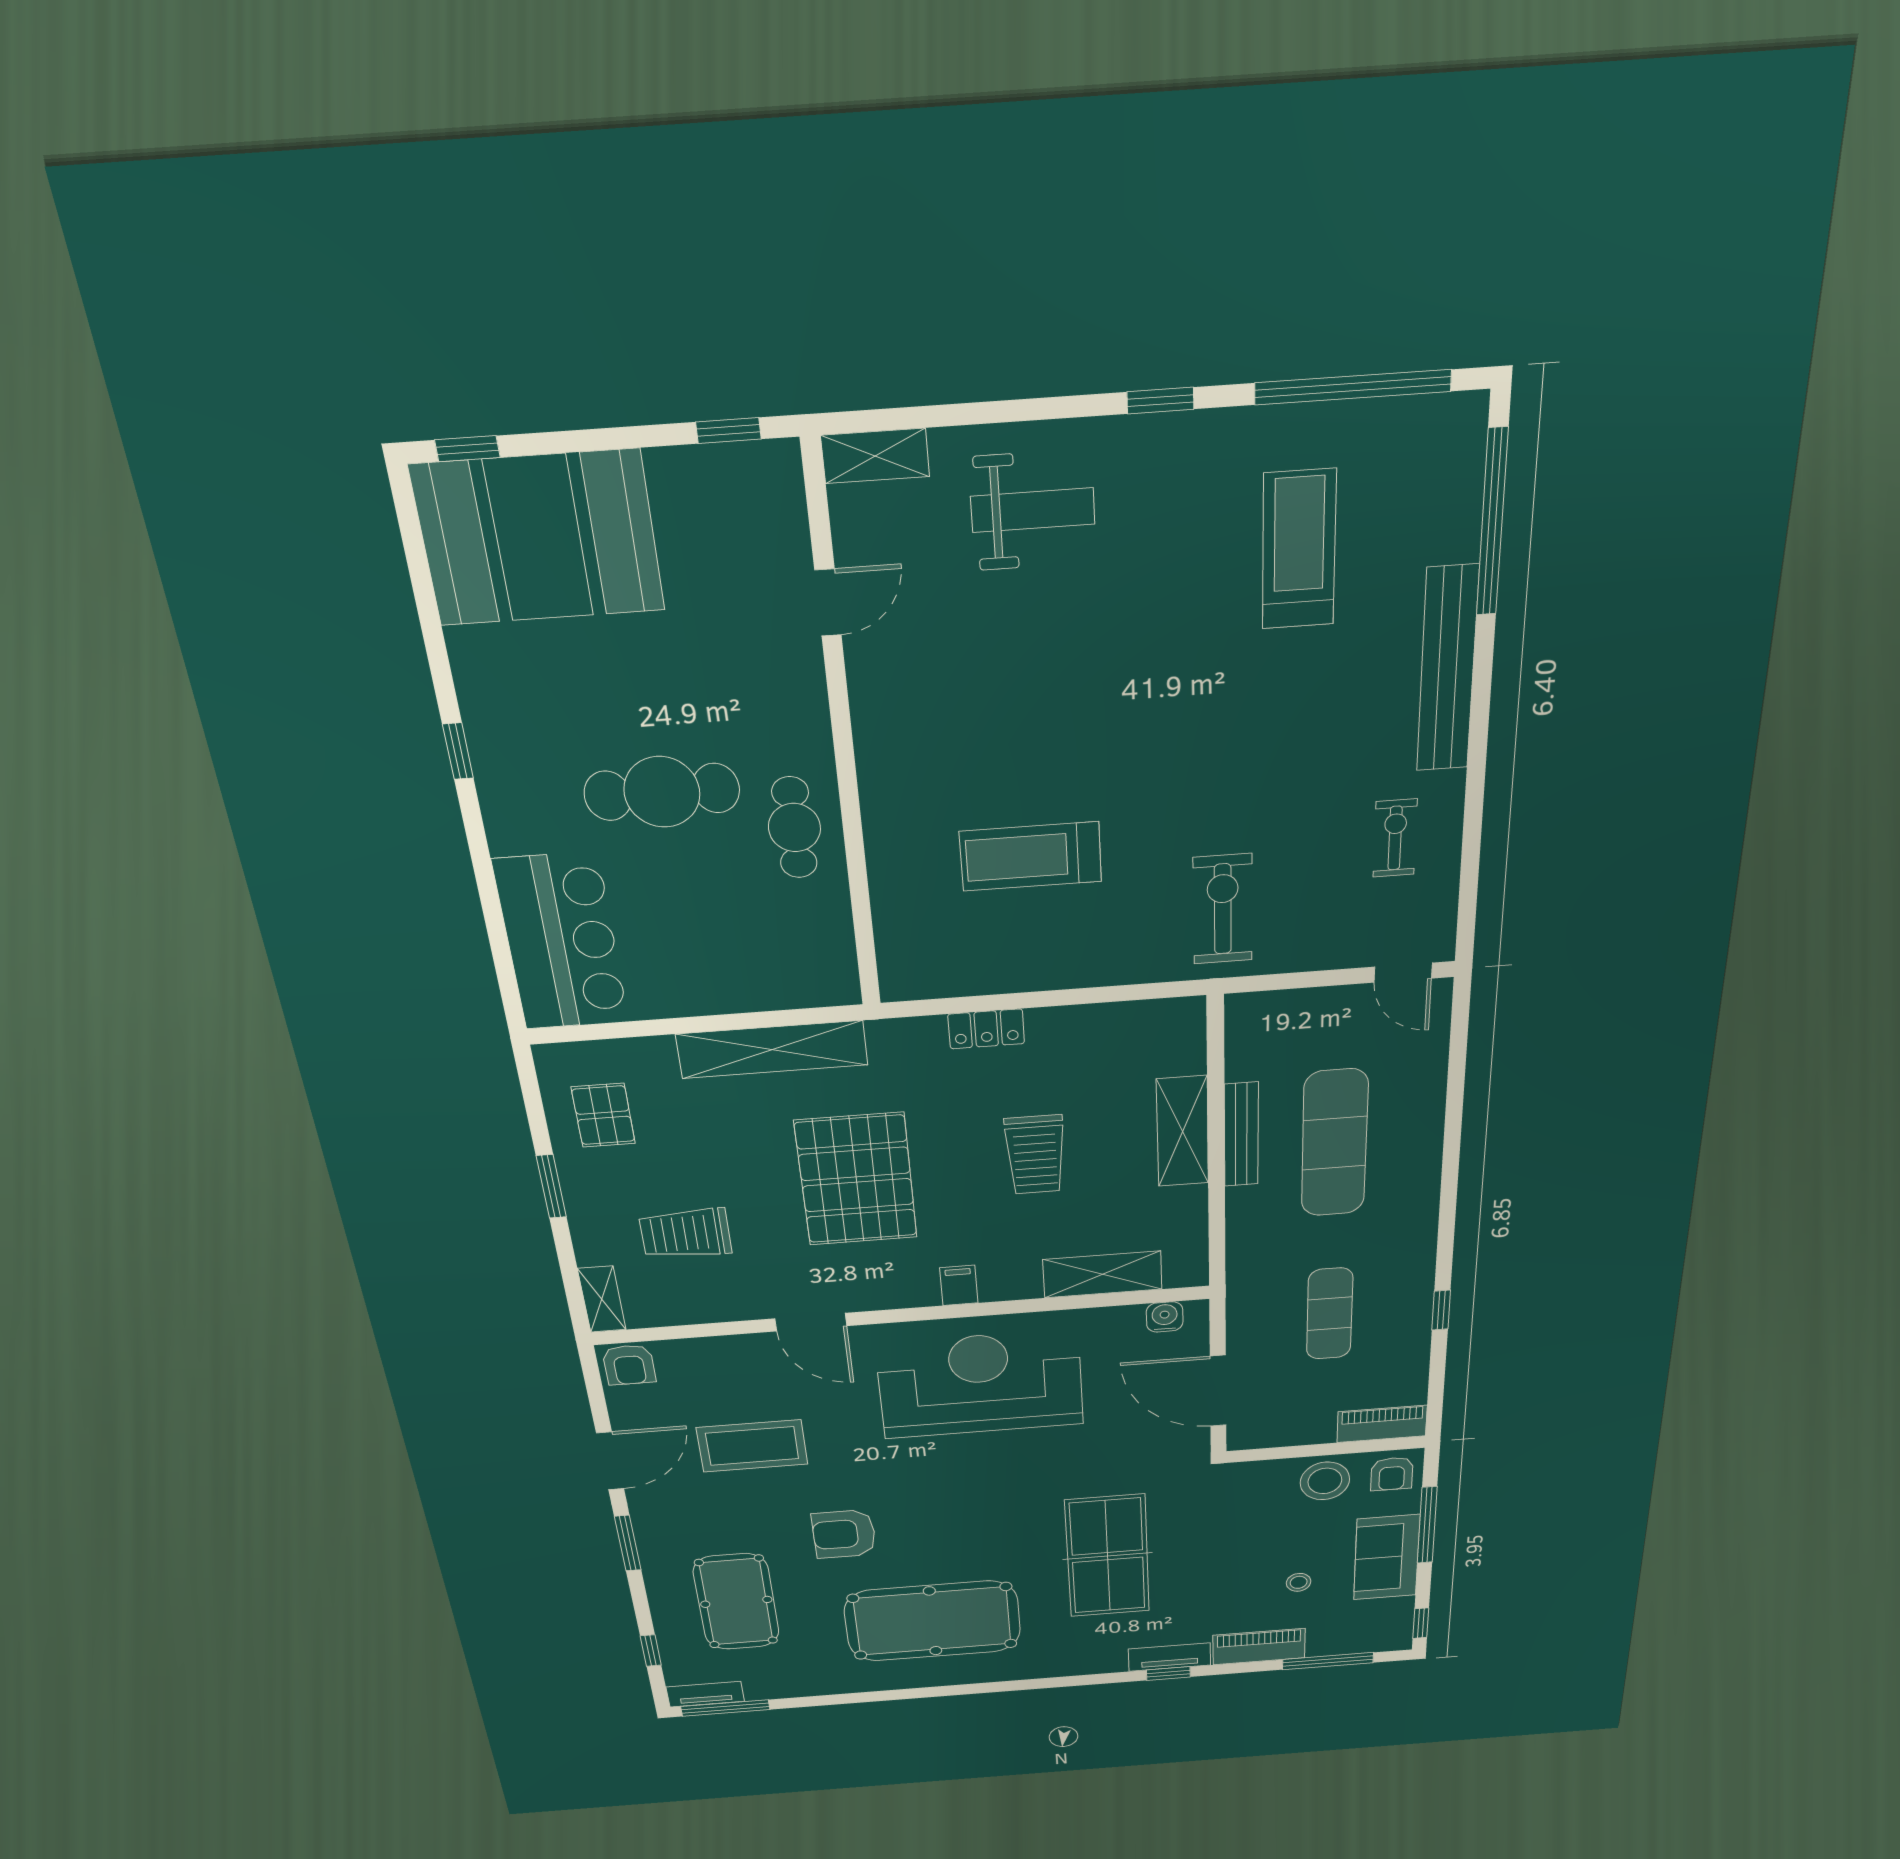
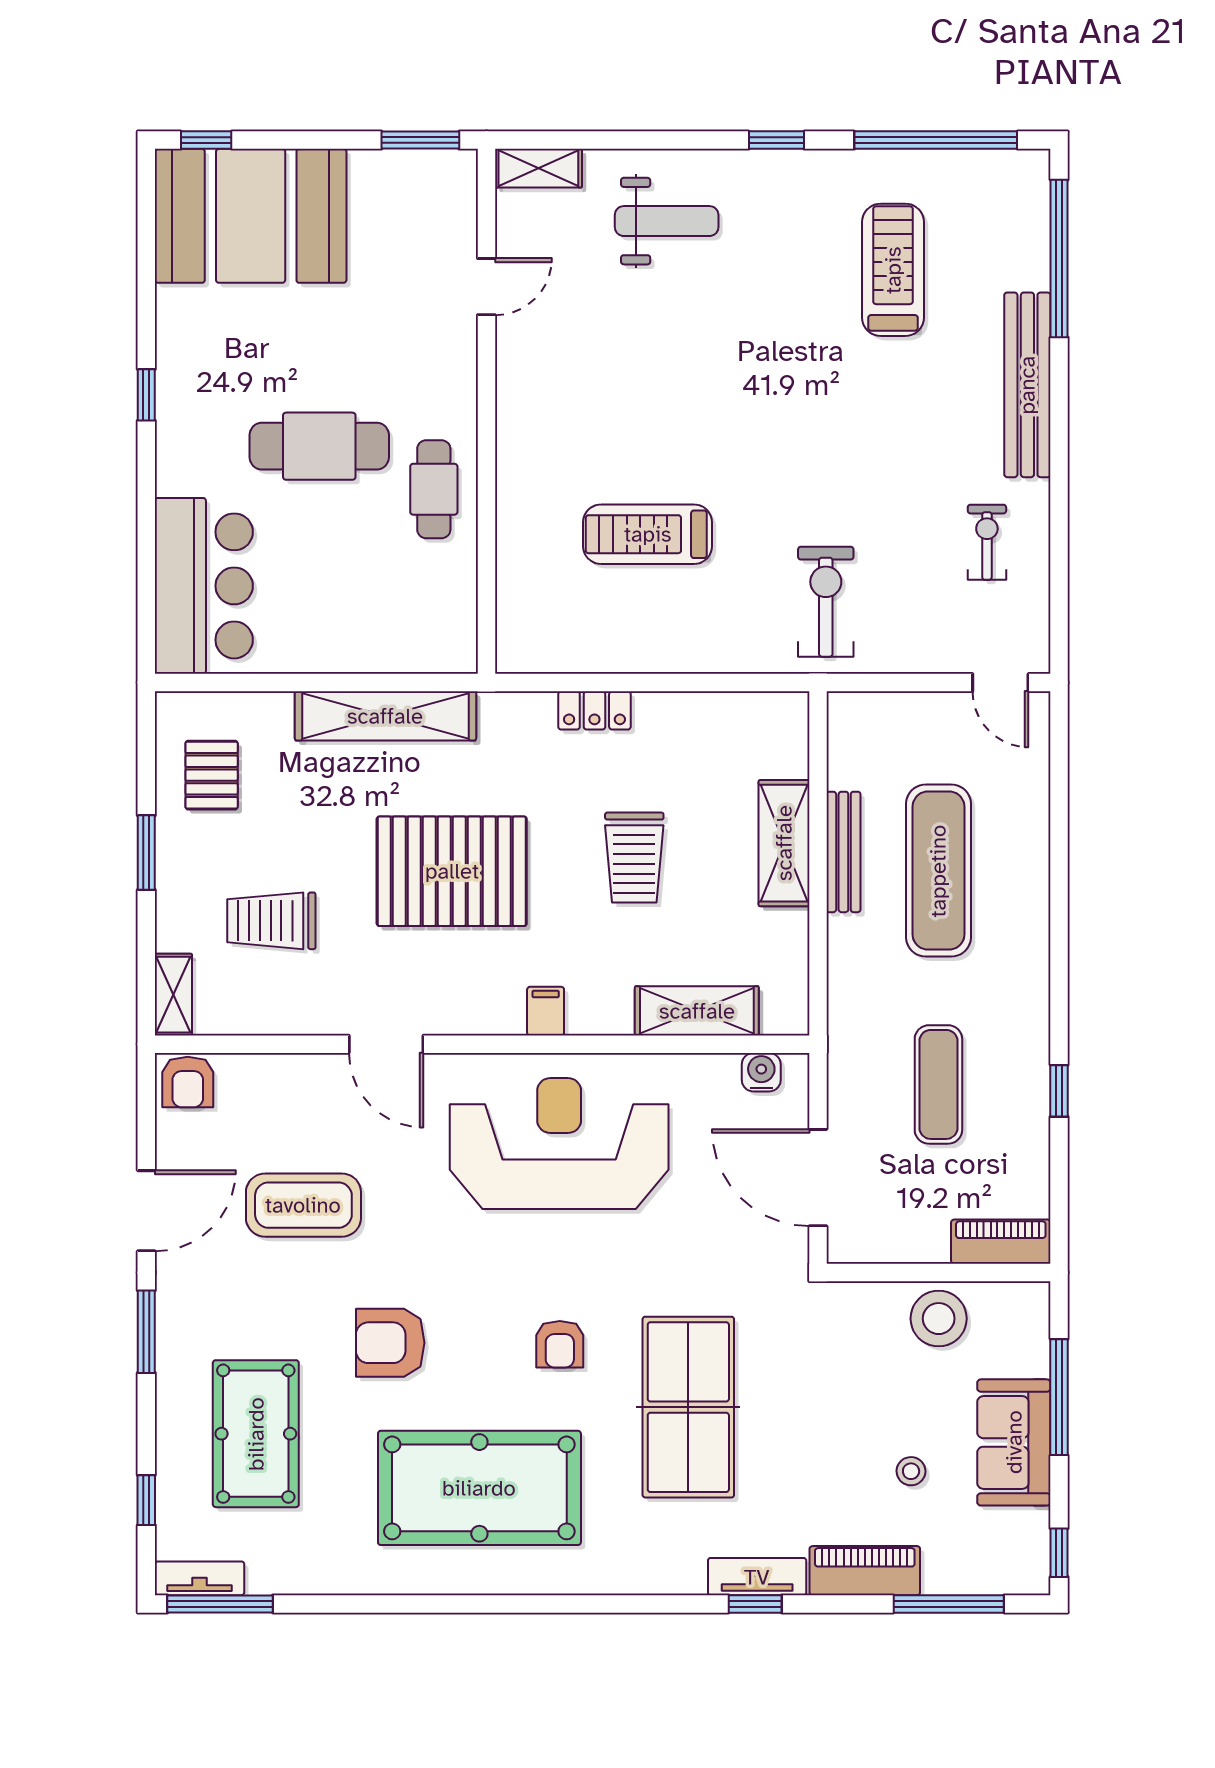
window: (728, 431) -> (420, 140), width x1.50
pallet: (856, 1180) -> (452, 871), turned 90
armchair: (1392, 1474) -> (560, 1344), moved

